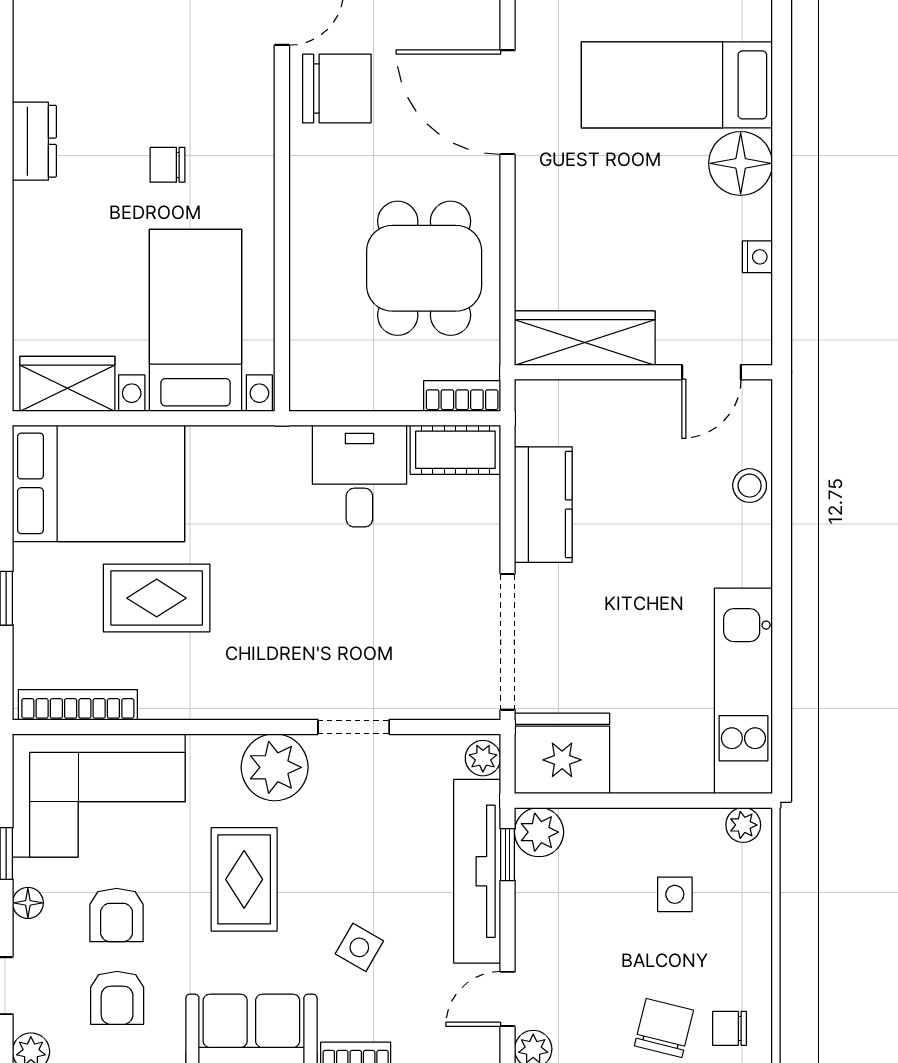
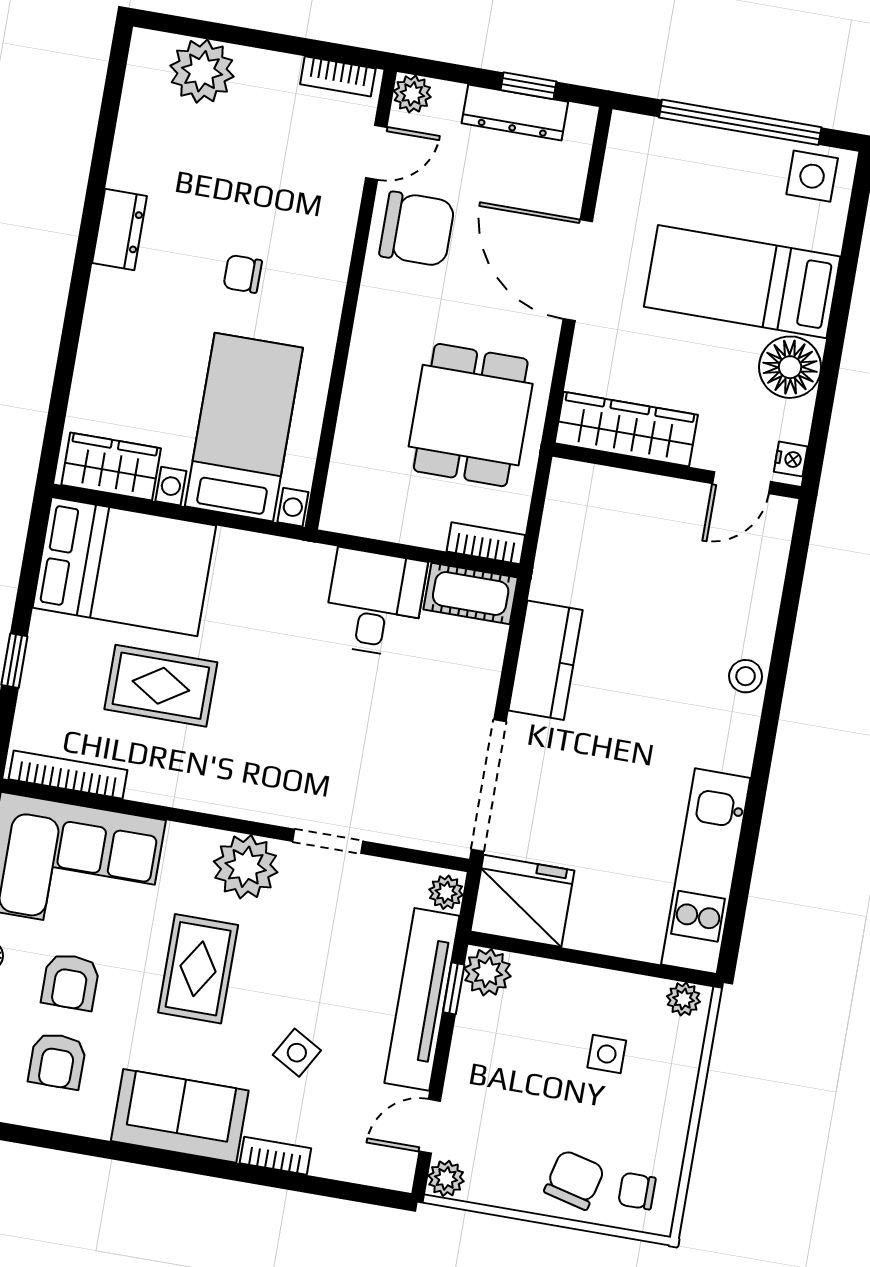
wardrobe: (585, 338) -> (626, 429), moved
wall: (643, 372) -> (677, 471), moved
door: (711, 372) -> (741, 483), moved

